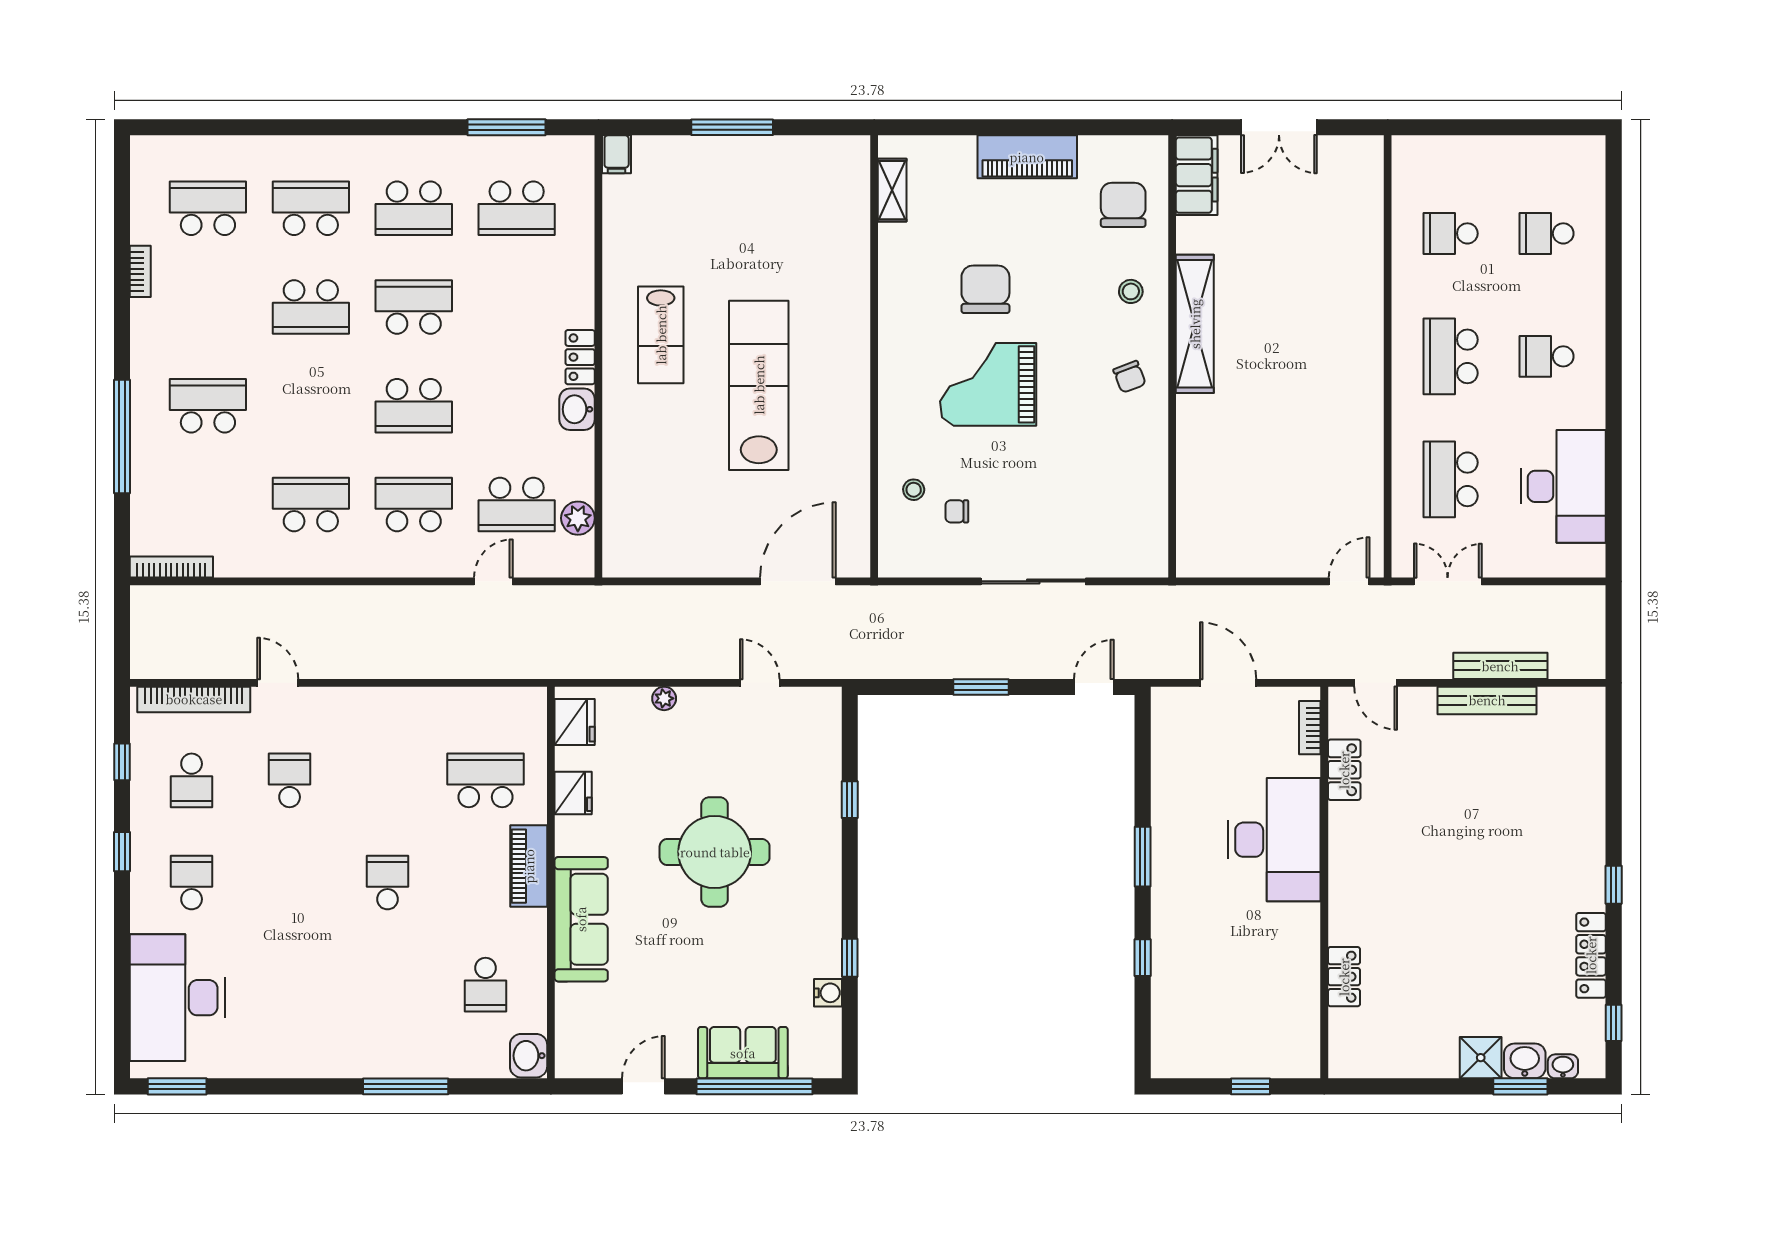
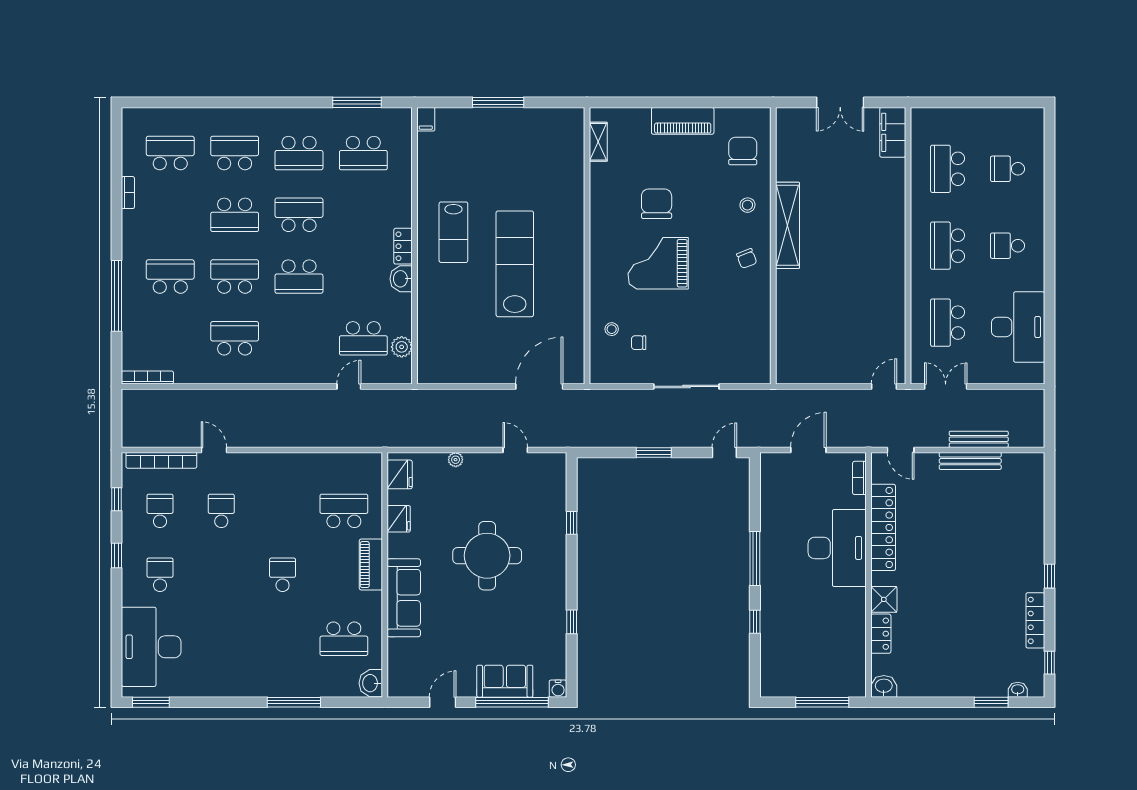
filing cabinet: (1197, 175) -> (893, 132), moved, turned 180
school desk: (1451, 233) -> (948, 169), width x1.85
school desk: (414, 504) -> (235, 277), moved
door: (1228, 683) -> (808, 450), hinge flipped
locker: (1344, 770) -> (883, 527), width x2.16, depth x1.21
school desk: (192, 780) -> (160, 511), turned 180
window: (1143, 857) -> (755, 559), width x1.44
school desk: (485, 985) -> (344, 639), width x1.85
water cooler: (828, 993) -> (558, 689), moved, turned 90
shower: (1481, 1058) -> (884, 599), moved
washbasin: (1525, 1061) -> (884, 686), moved
window: (1250, 1086) -> (822, 702), width x2.17

